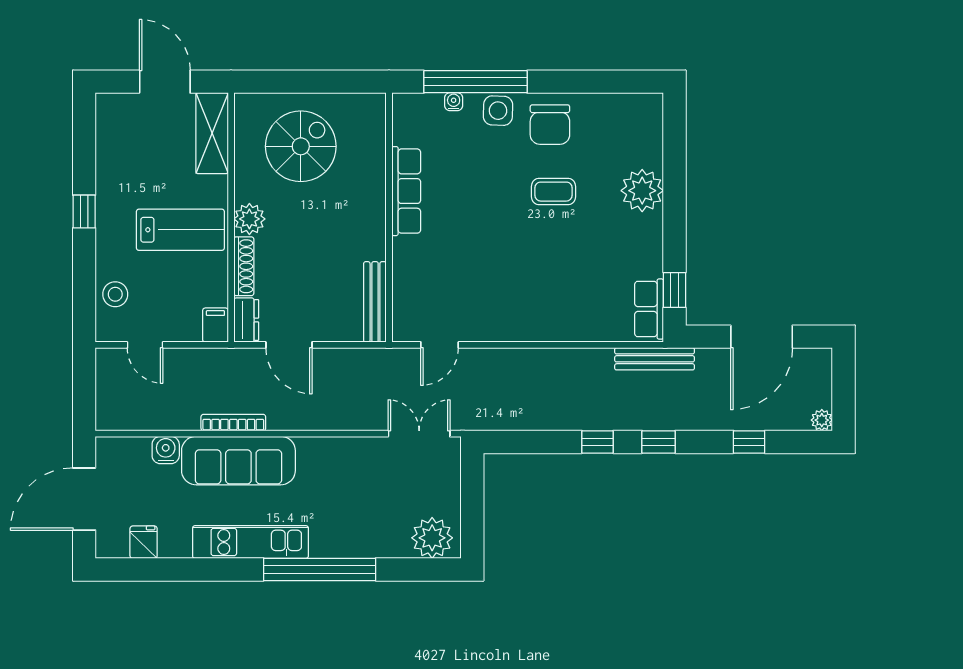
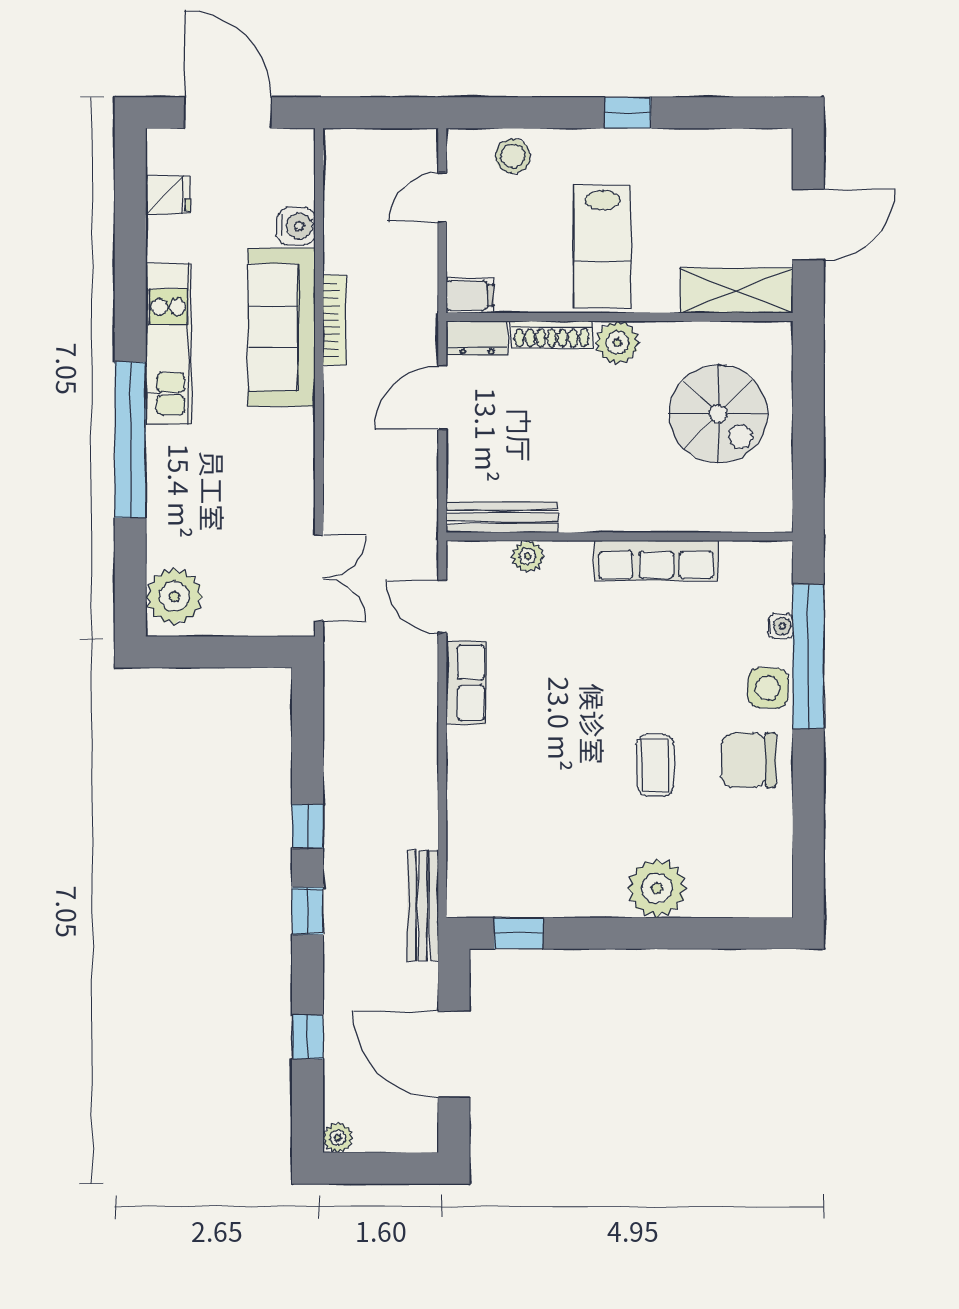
plant: (403, 284) -> (528, 556), added
row of seats: (649, 309) -> (466, 683), moved, turned 90

